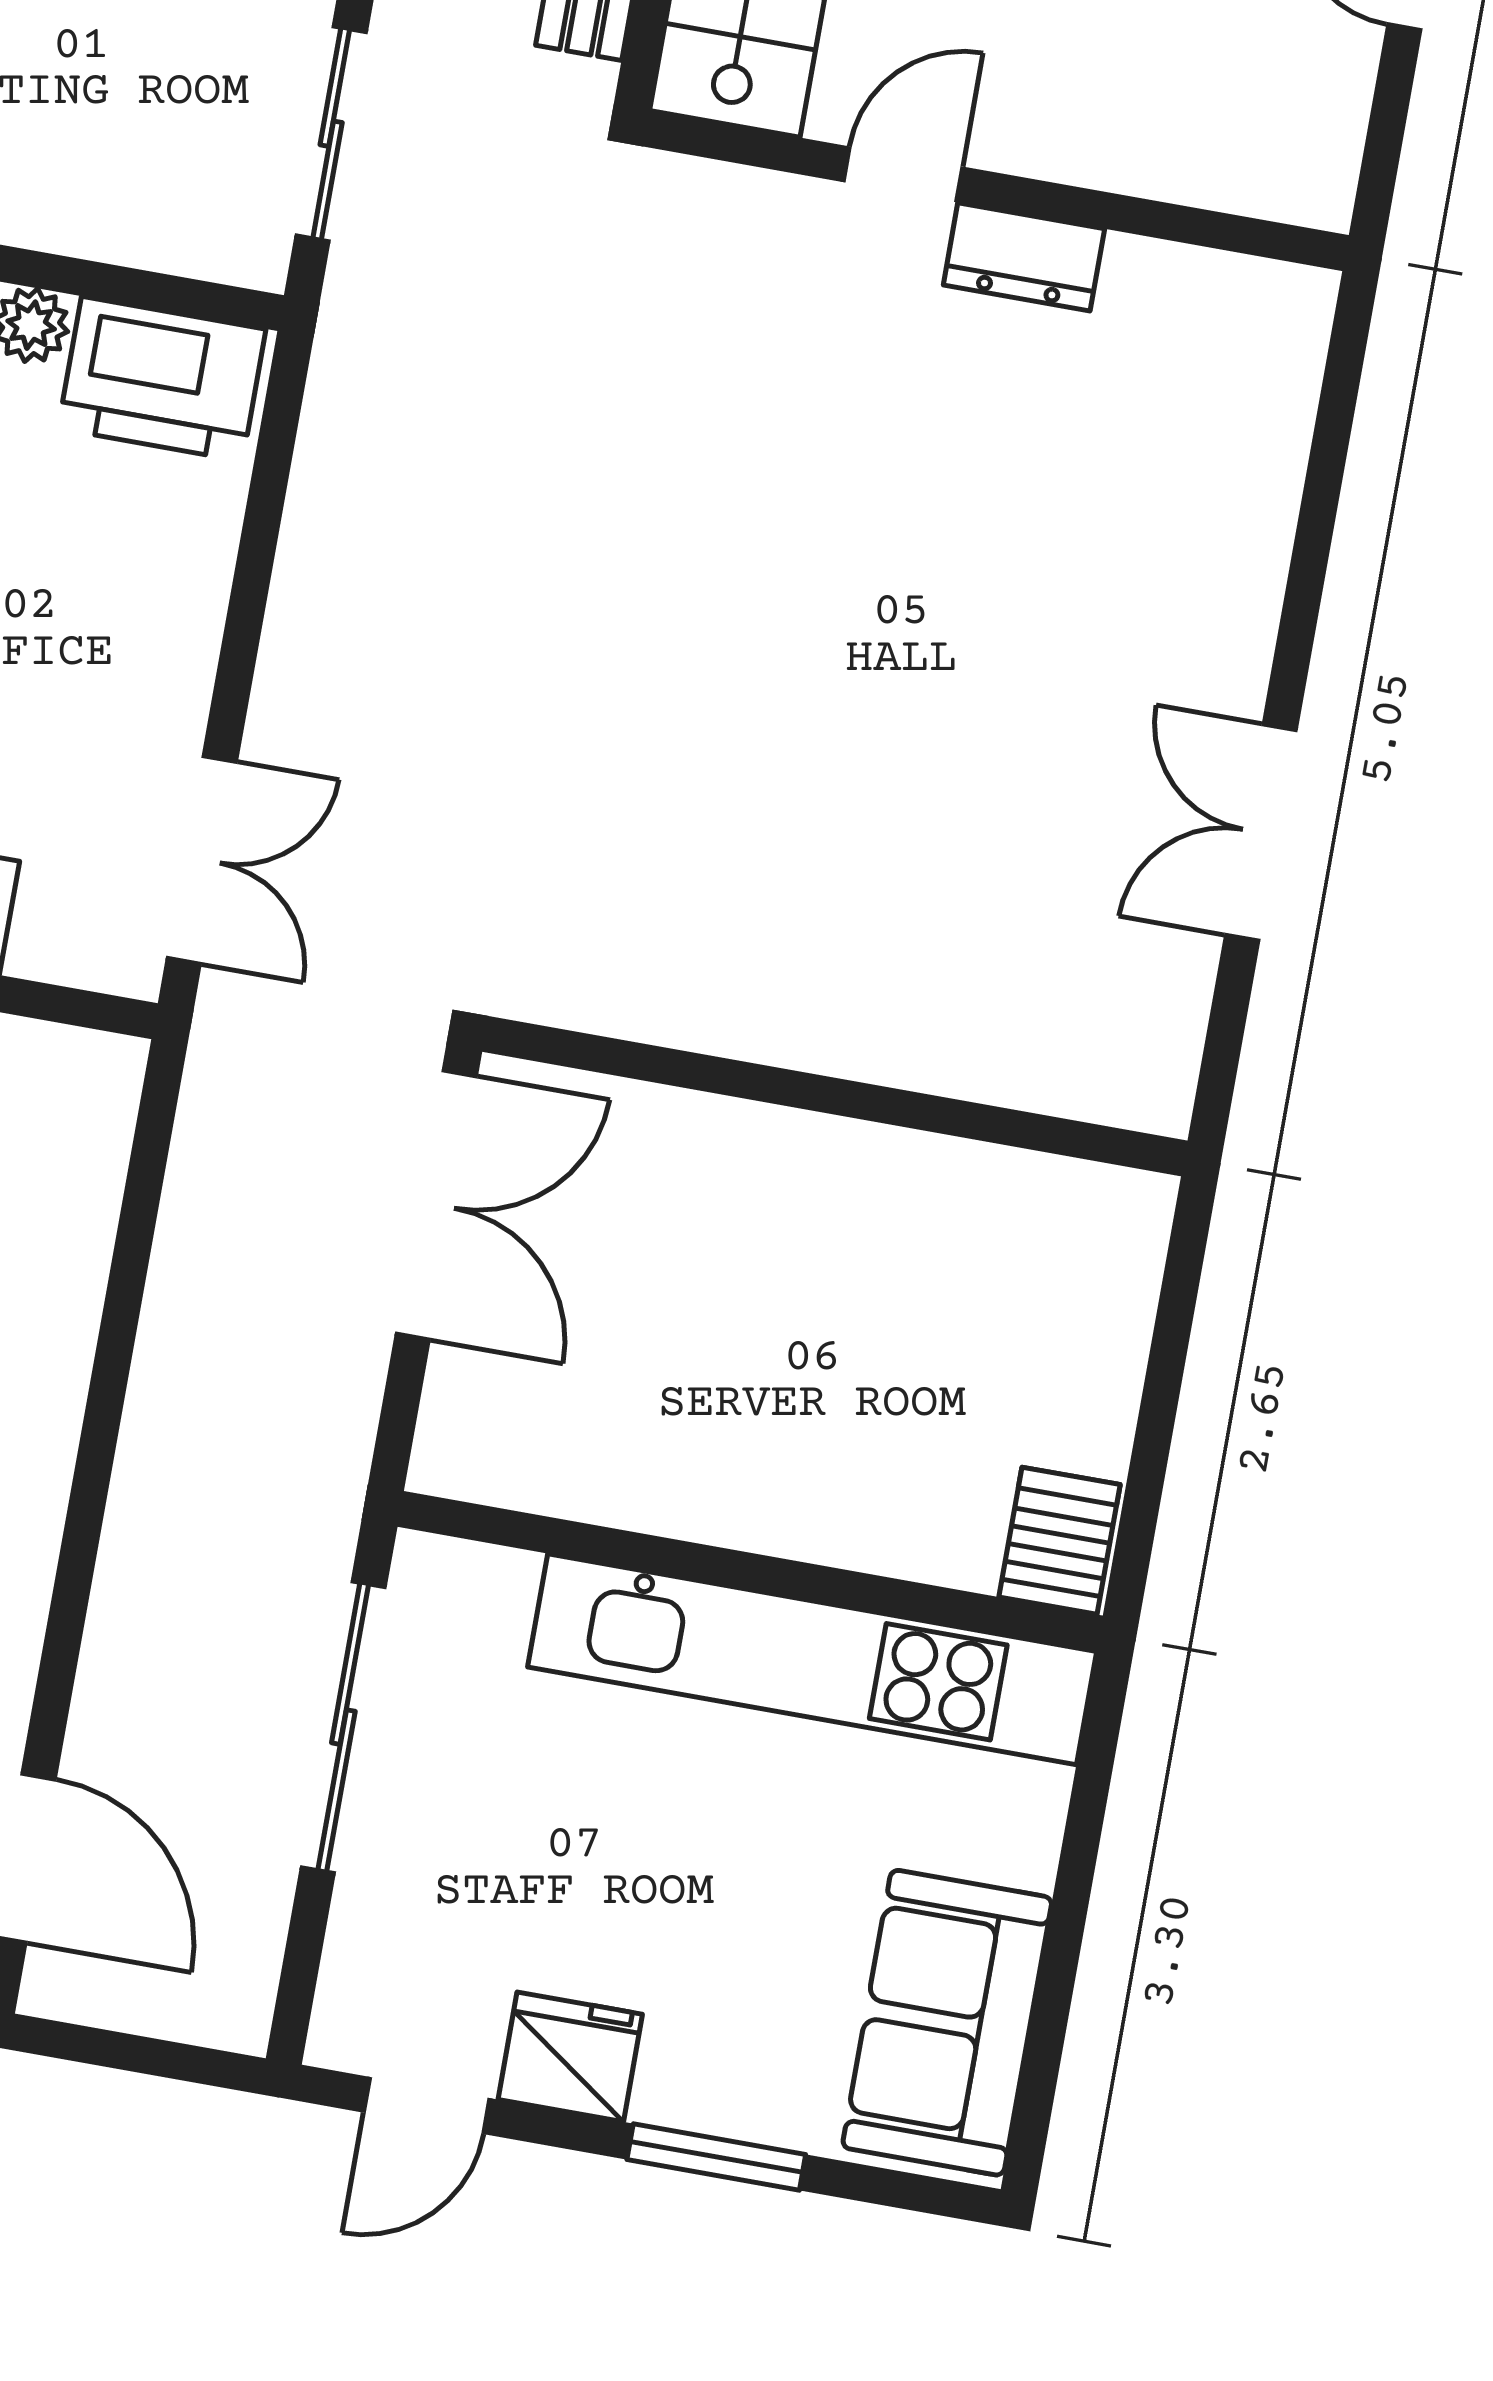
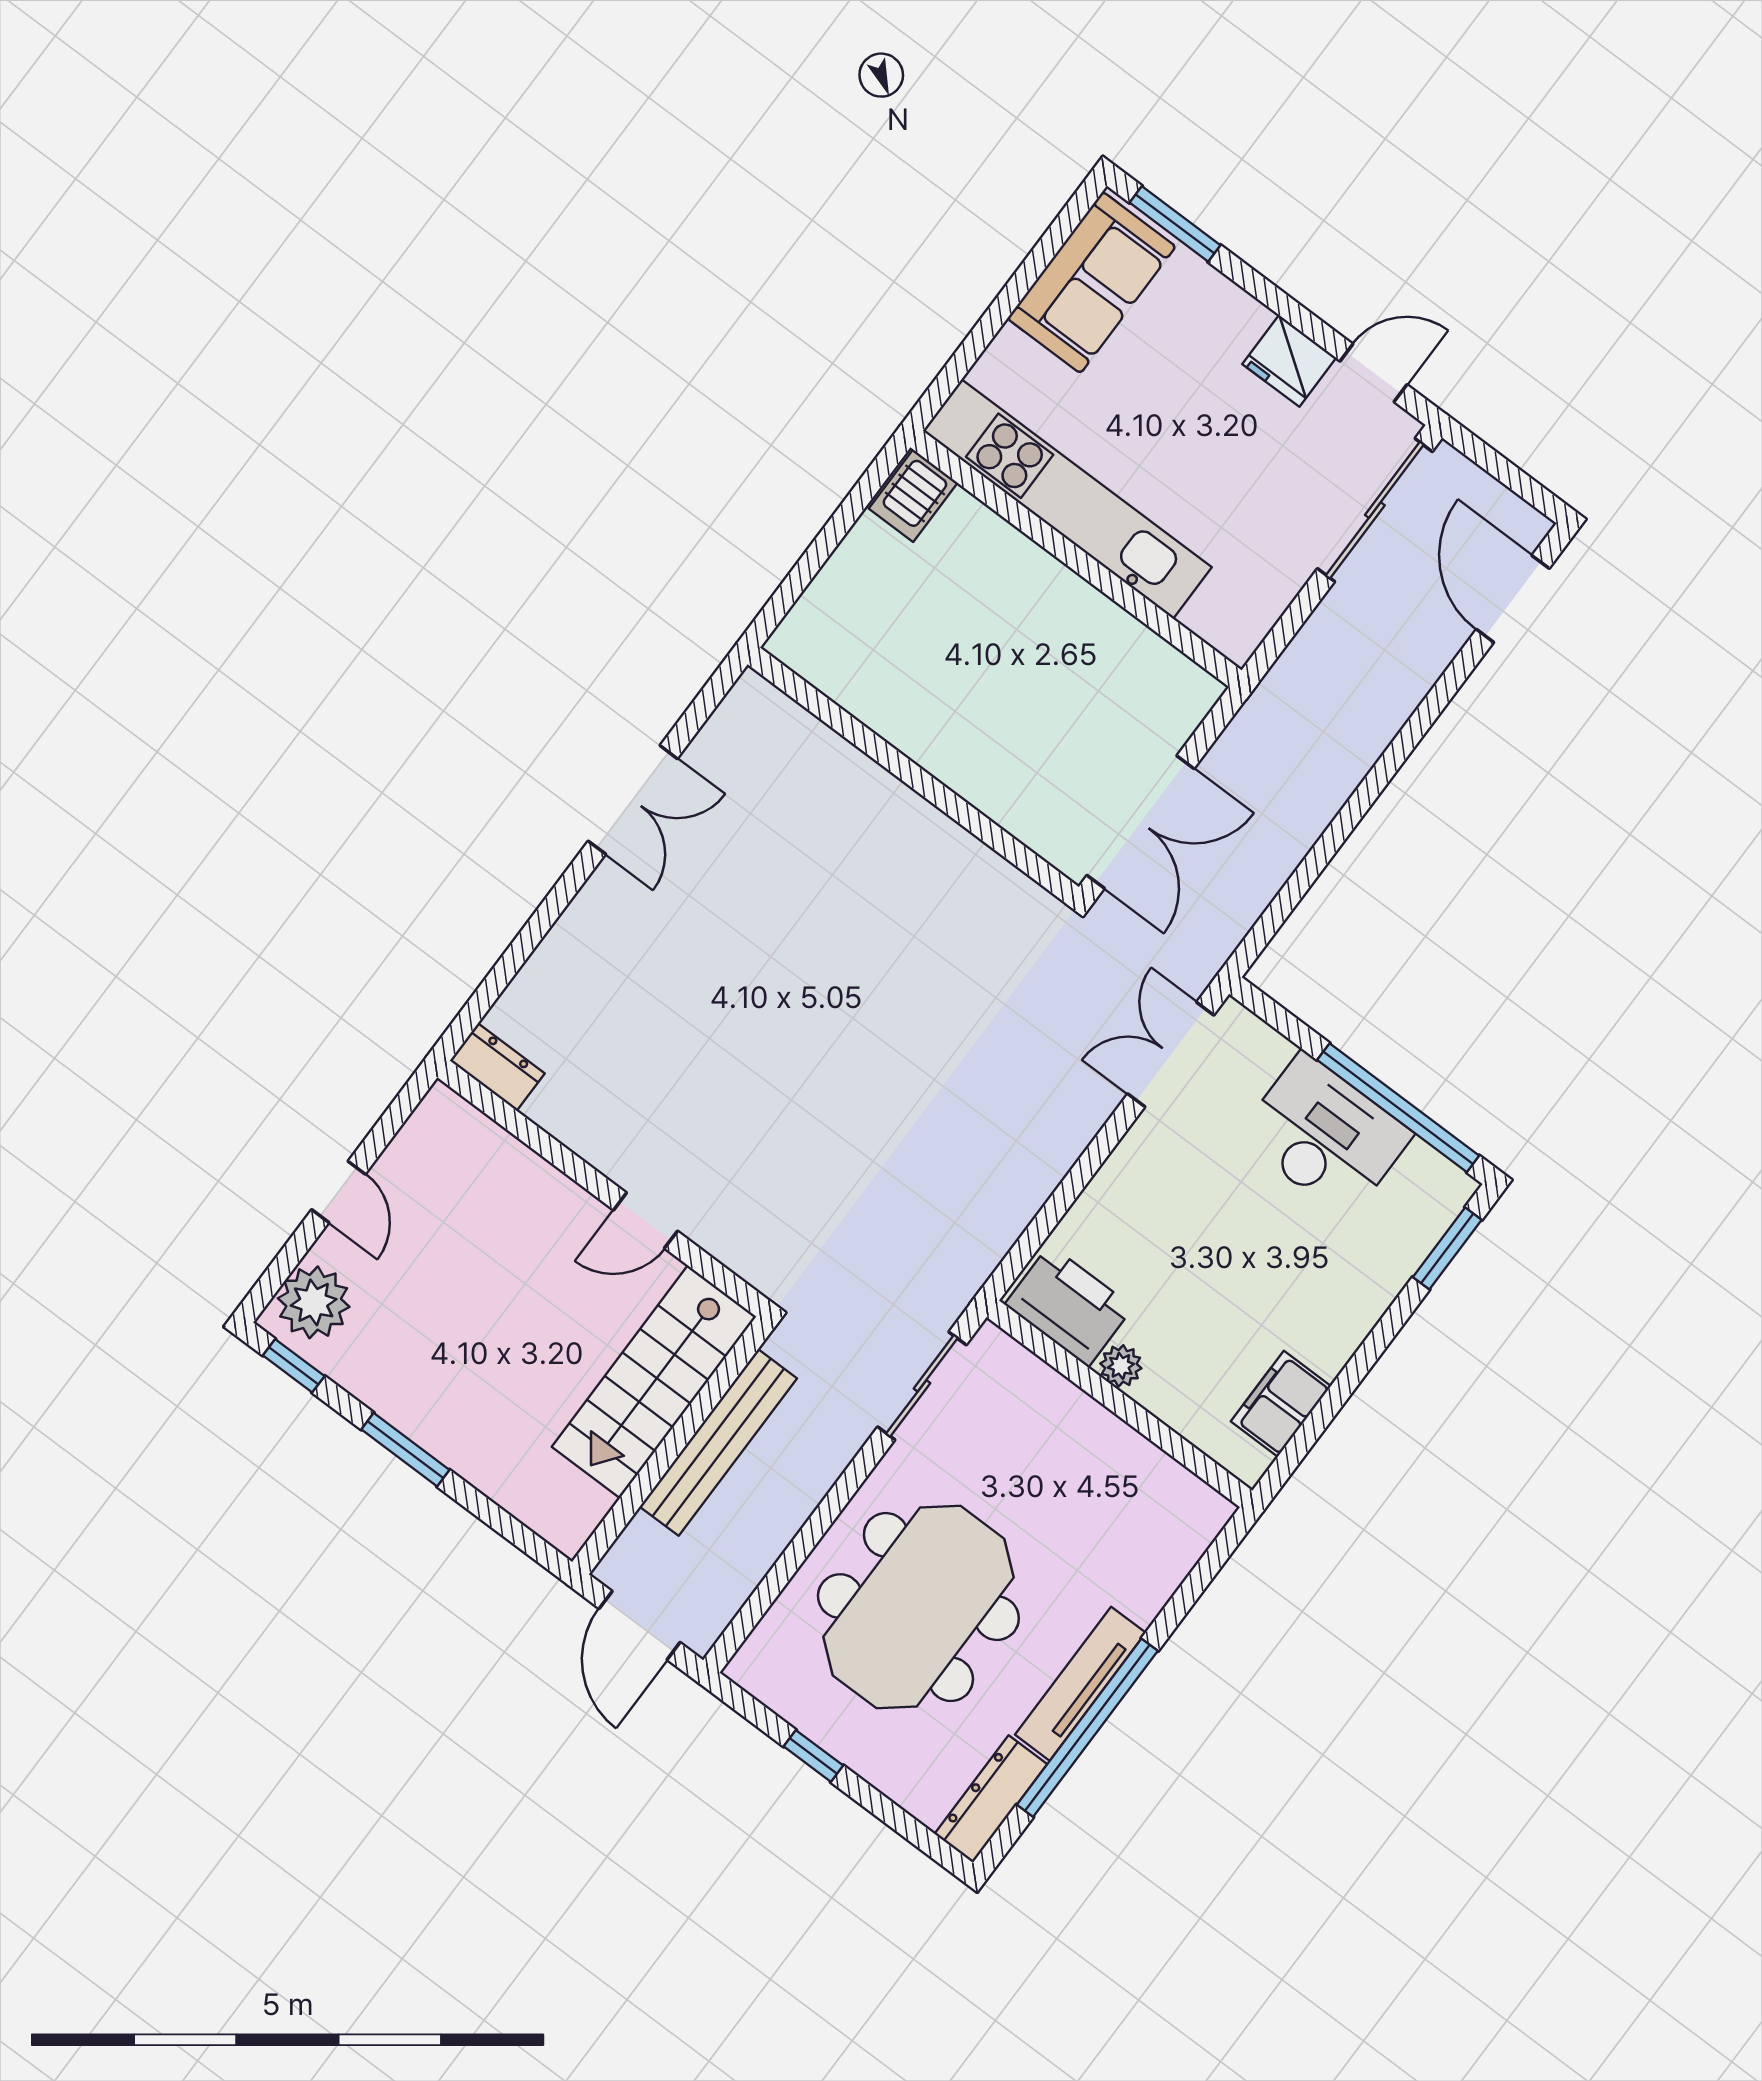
dresser: (1024, 257) -> (497, 1067), moved
double door: (436, 1205) -> (1141, 822), swing flipped
sliding door: (343, 1727) -> (1375, 510), moved
window: (716, 2157) -> (1175, 224), moved

